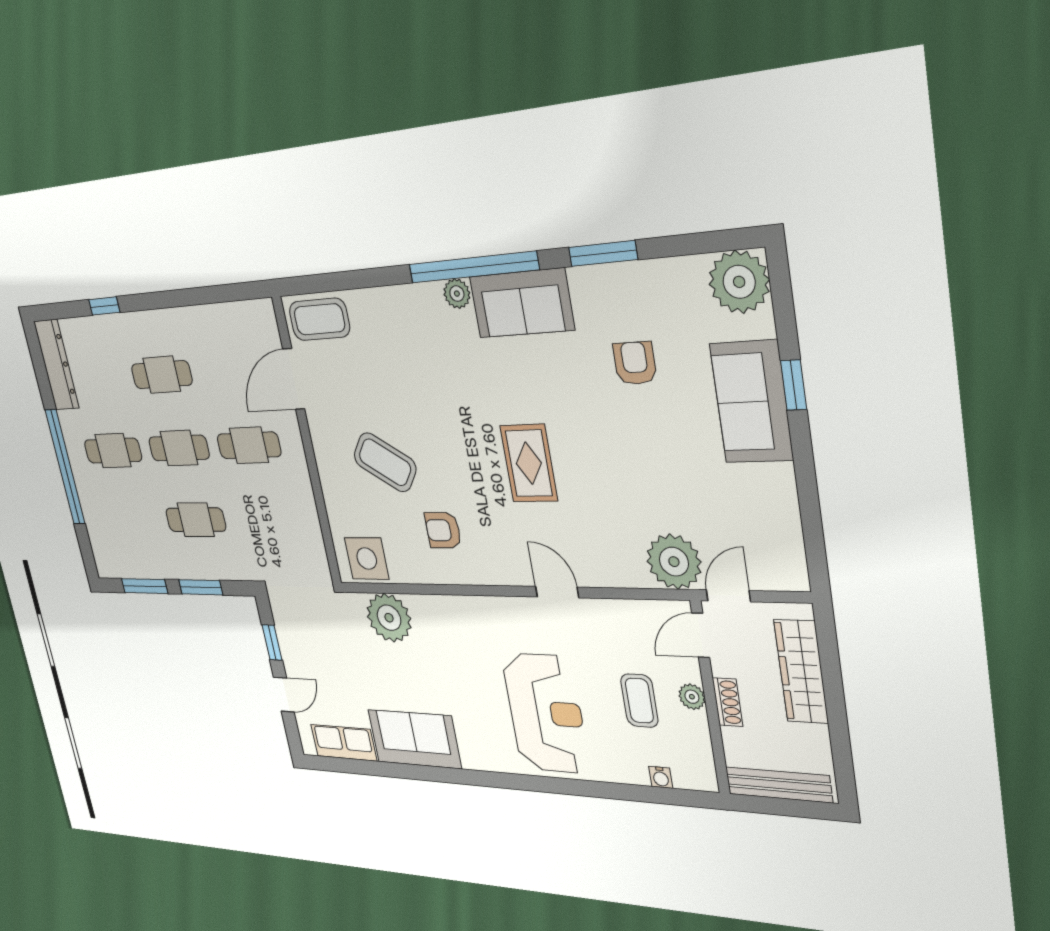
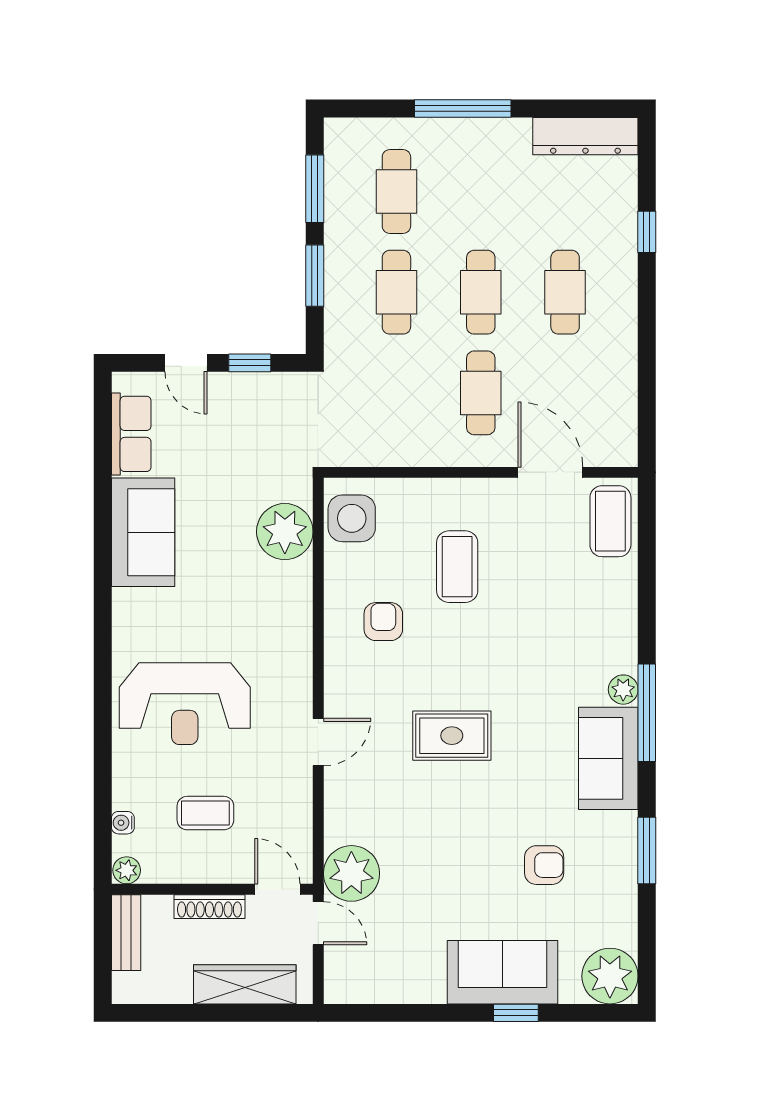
window: (473, 267) -> (647, 713), width x0.68
cafe table: (113, 451) -> (396, 191), moved
coffee table: (385, 462) -> (457, 567), turned -33
window: (65, 467) -> (463, 108), width x0.68
plant: (692, 697) -> (127, 870), moved
shoe rack: (728, 702) -> (209, 907), width x1.43
bench: (779, 785) -> (126, 933), width x0.73

